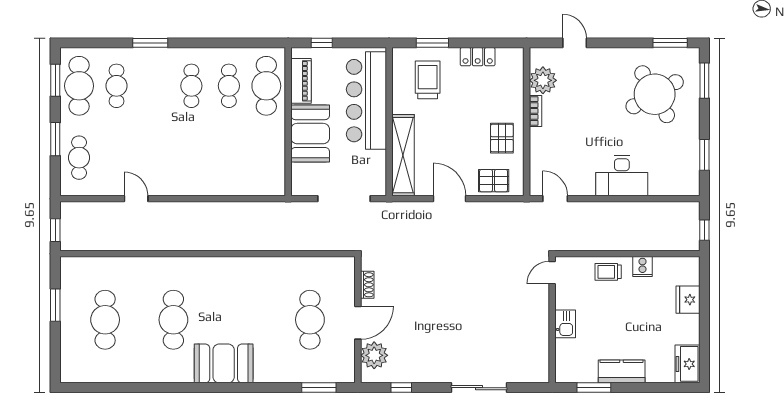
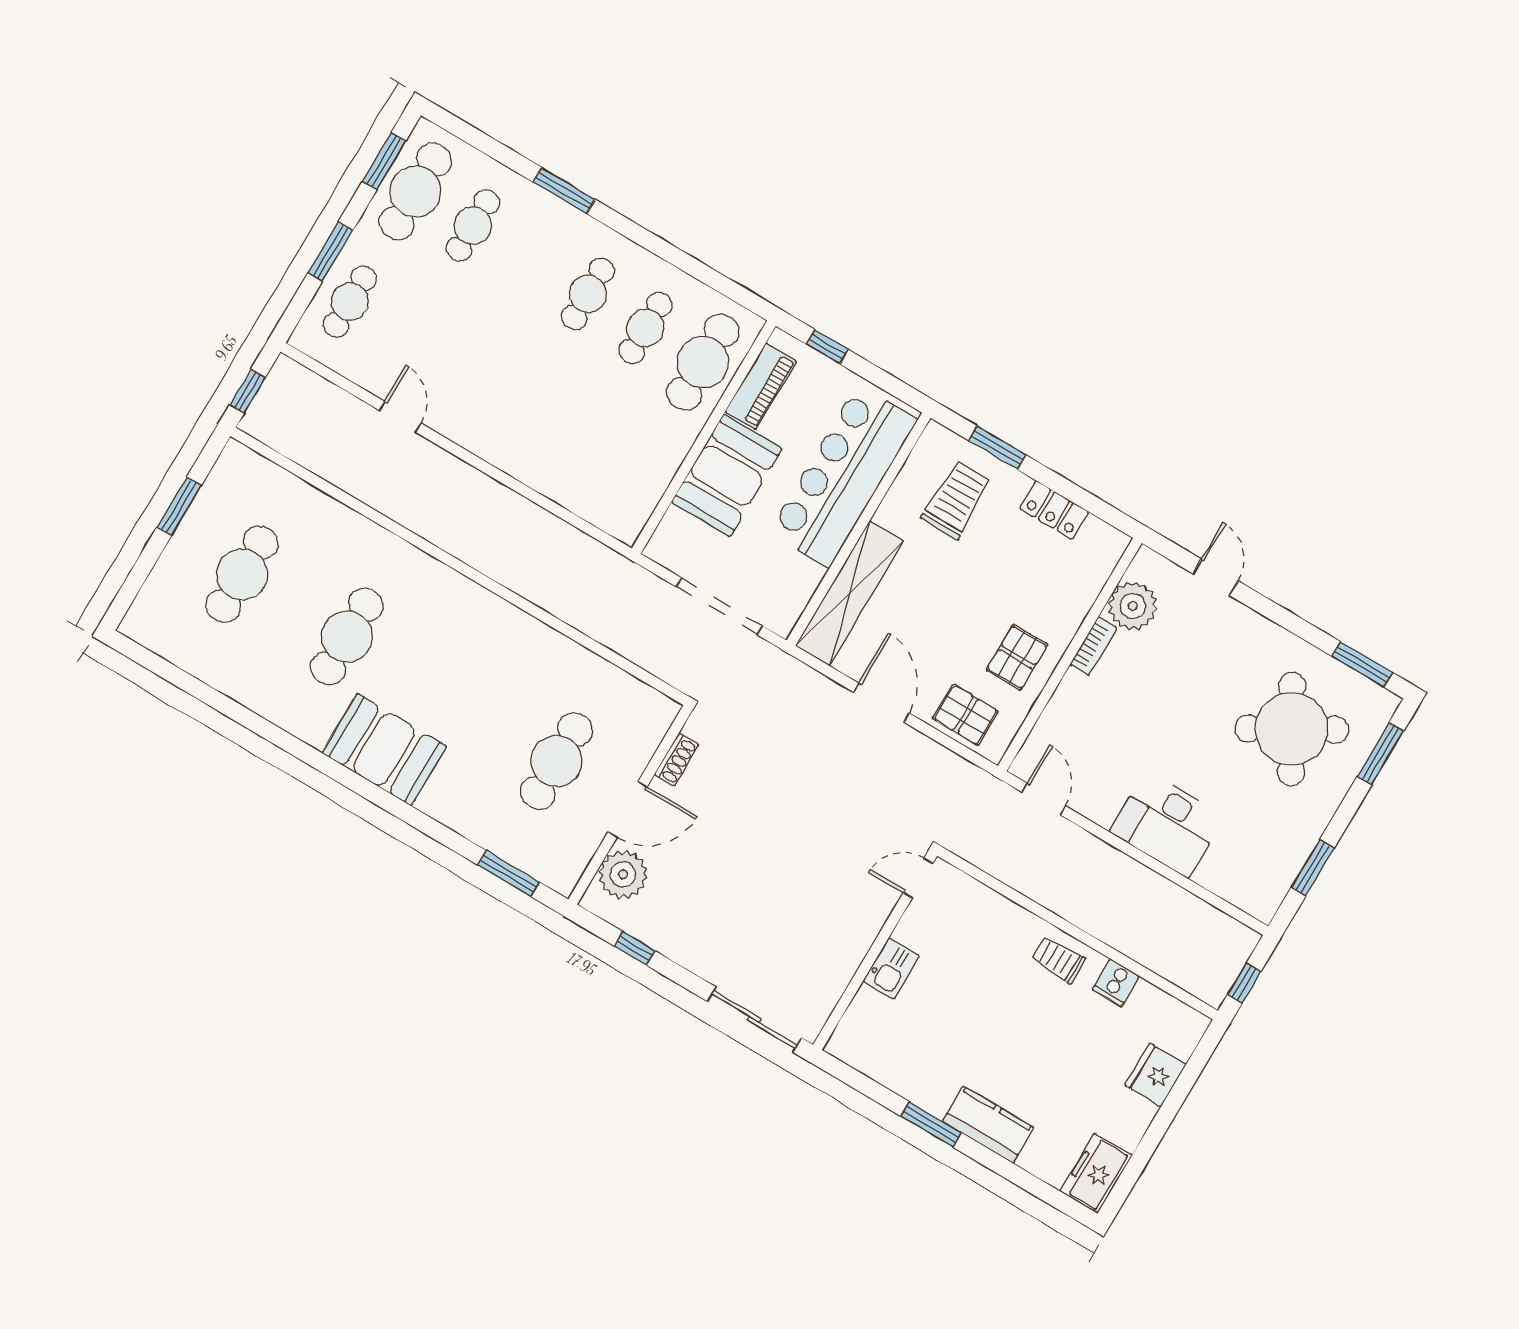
door: (552, 273) -> (918, 878), moved
wall: (552, 320) -> (875, 950), moved
kitchen sink: (565, 324) -> (891, 968), moved

